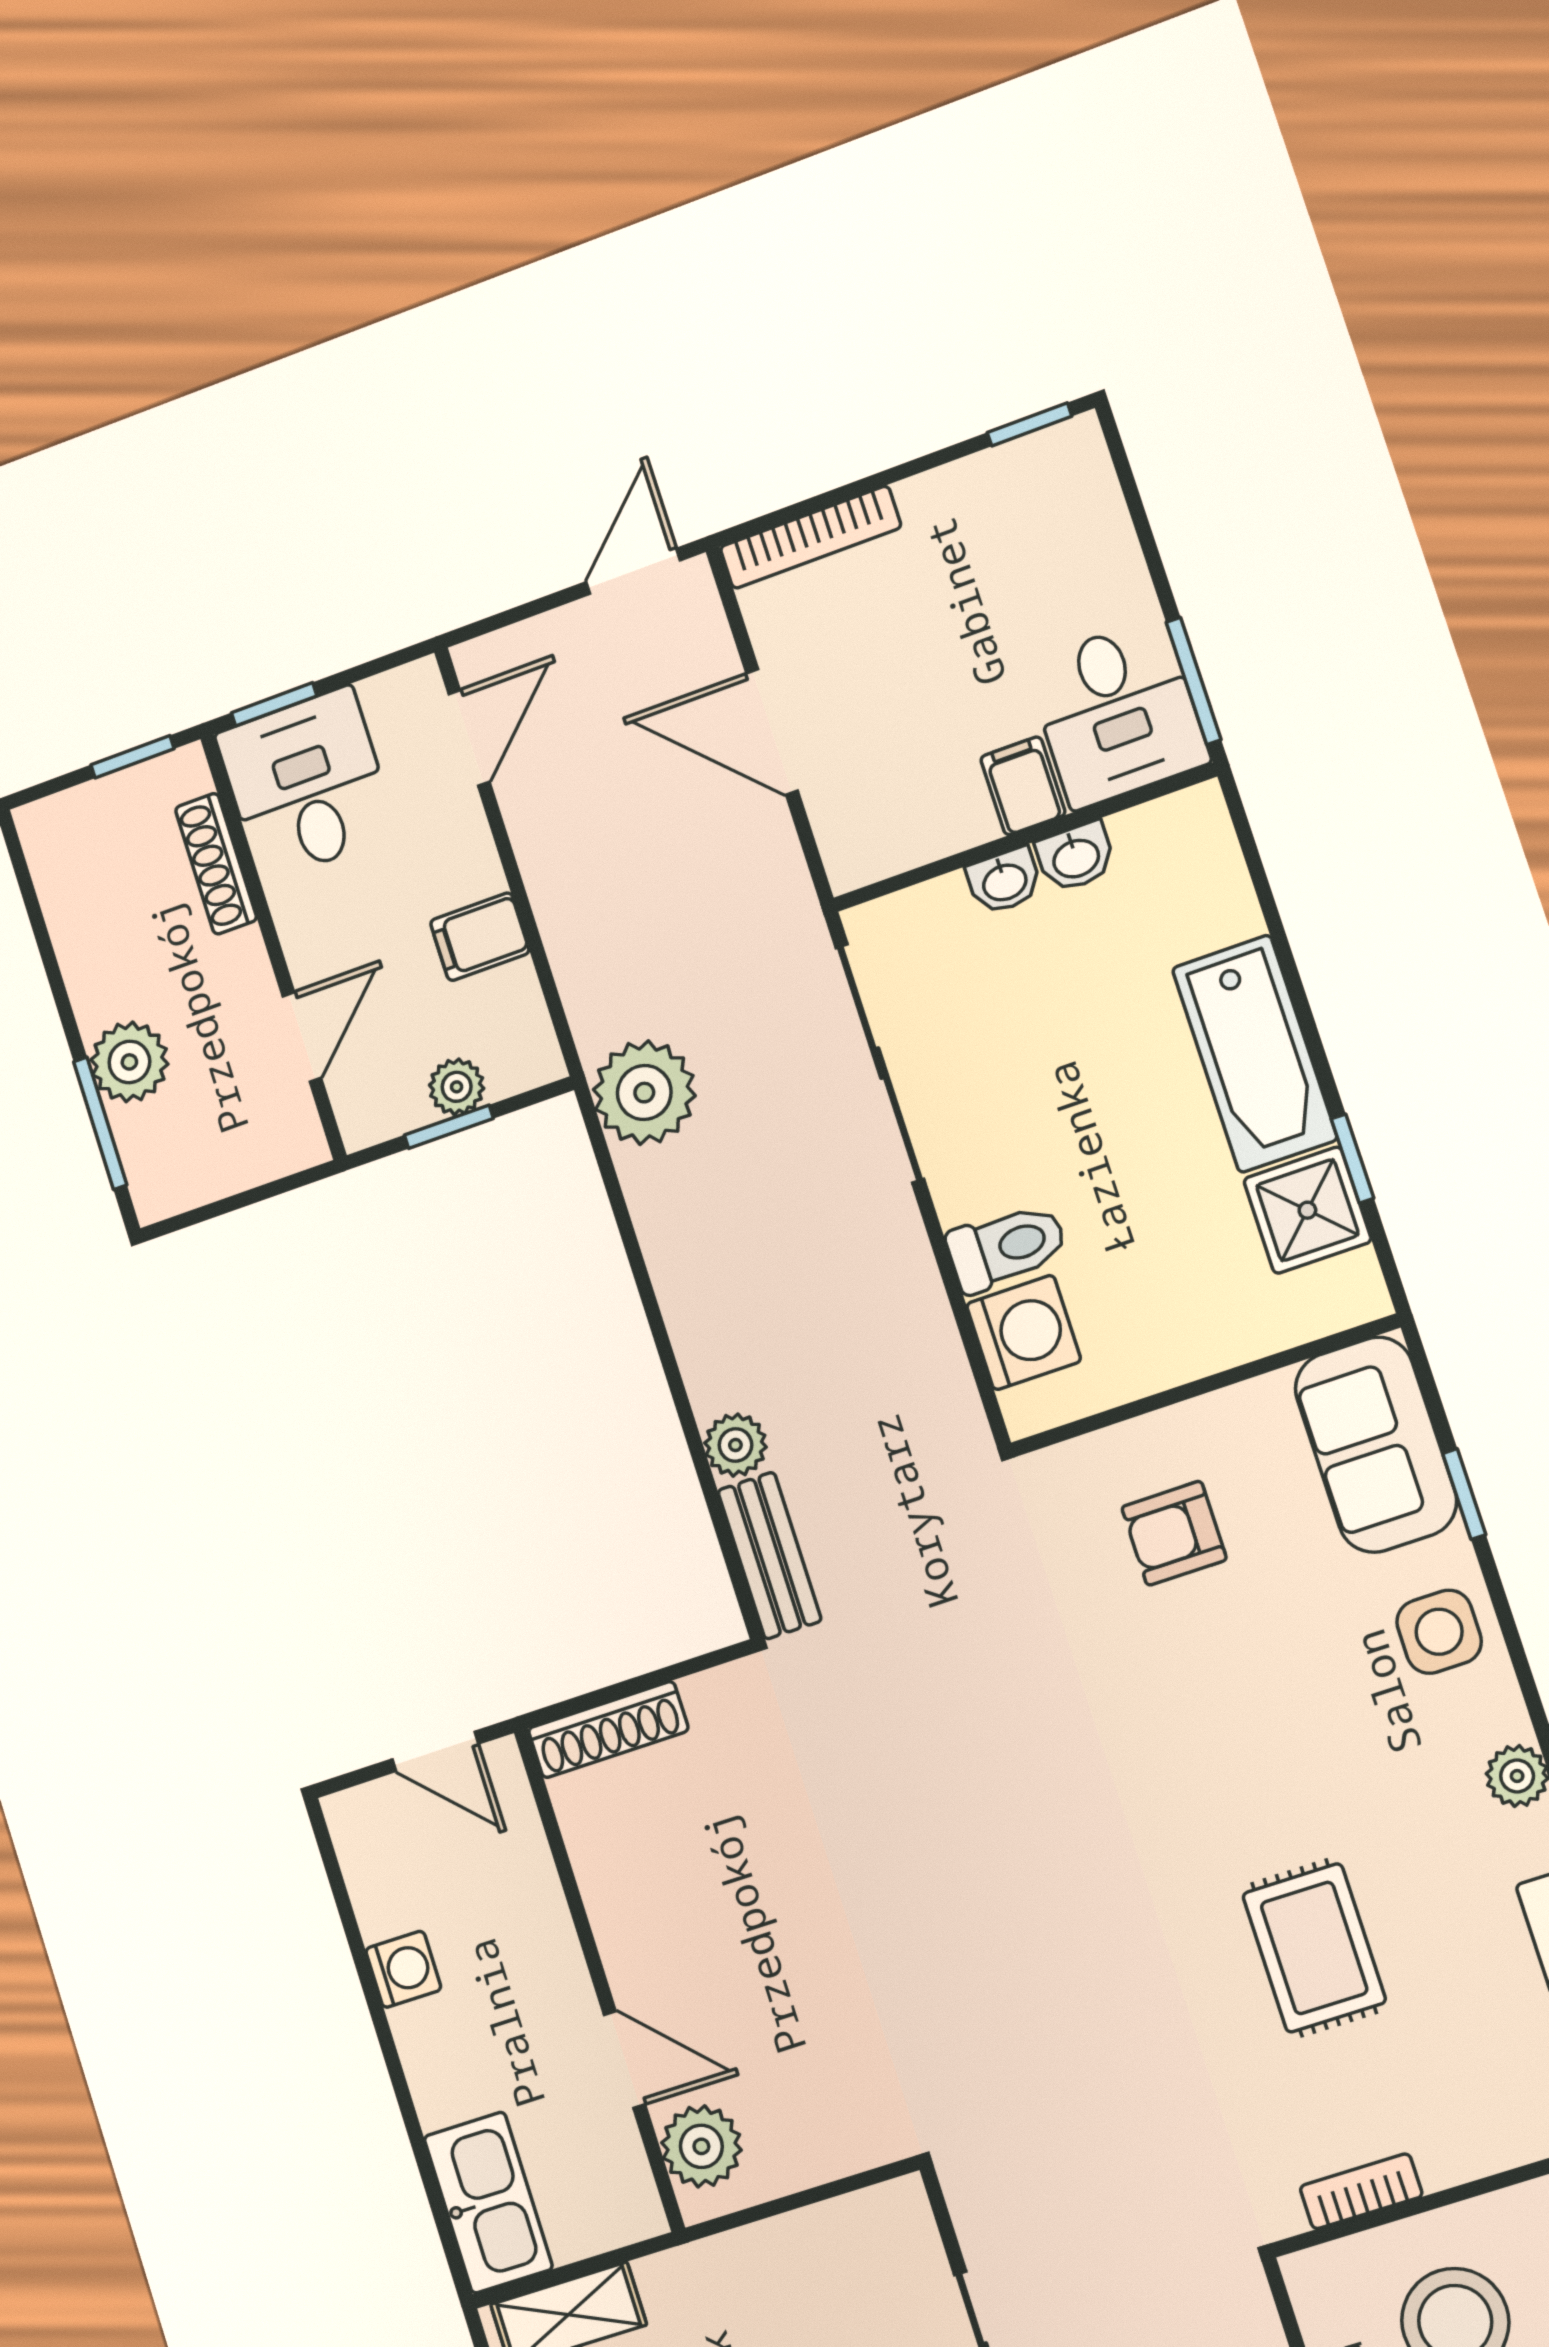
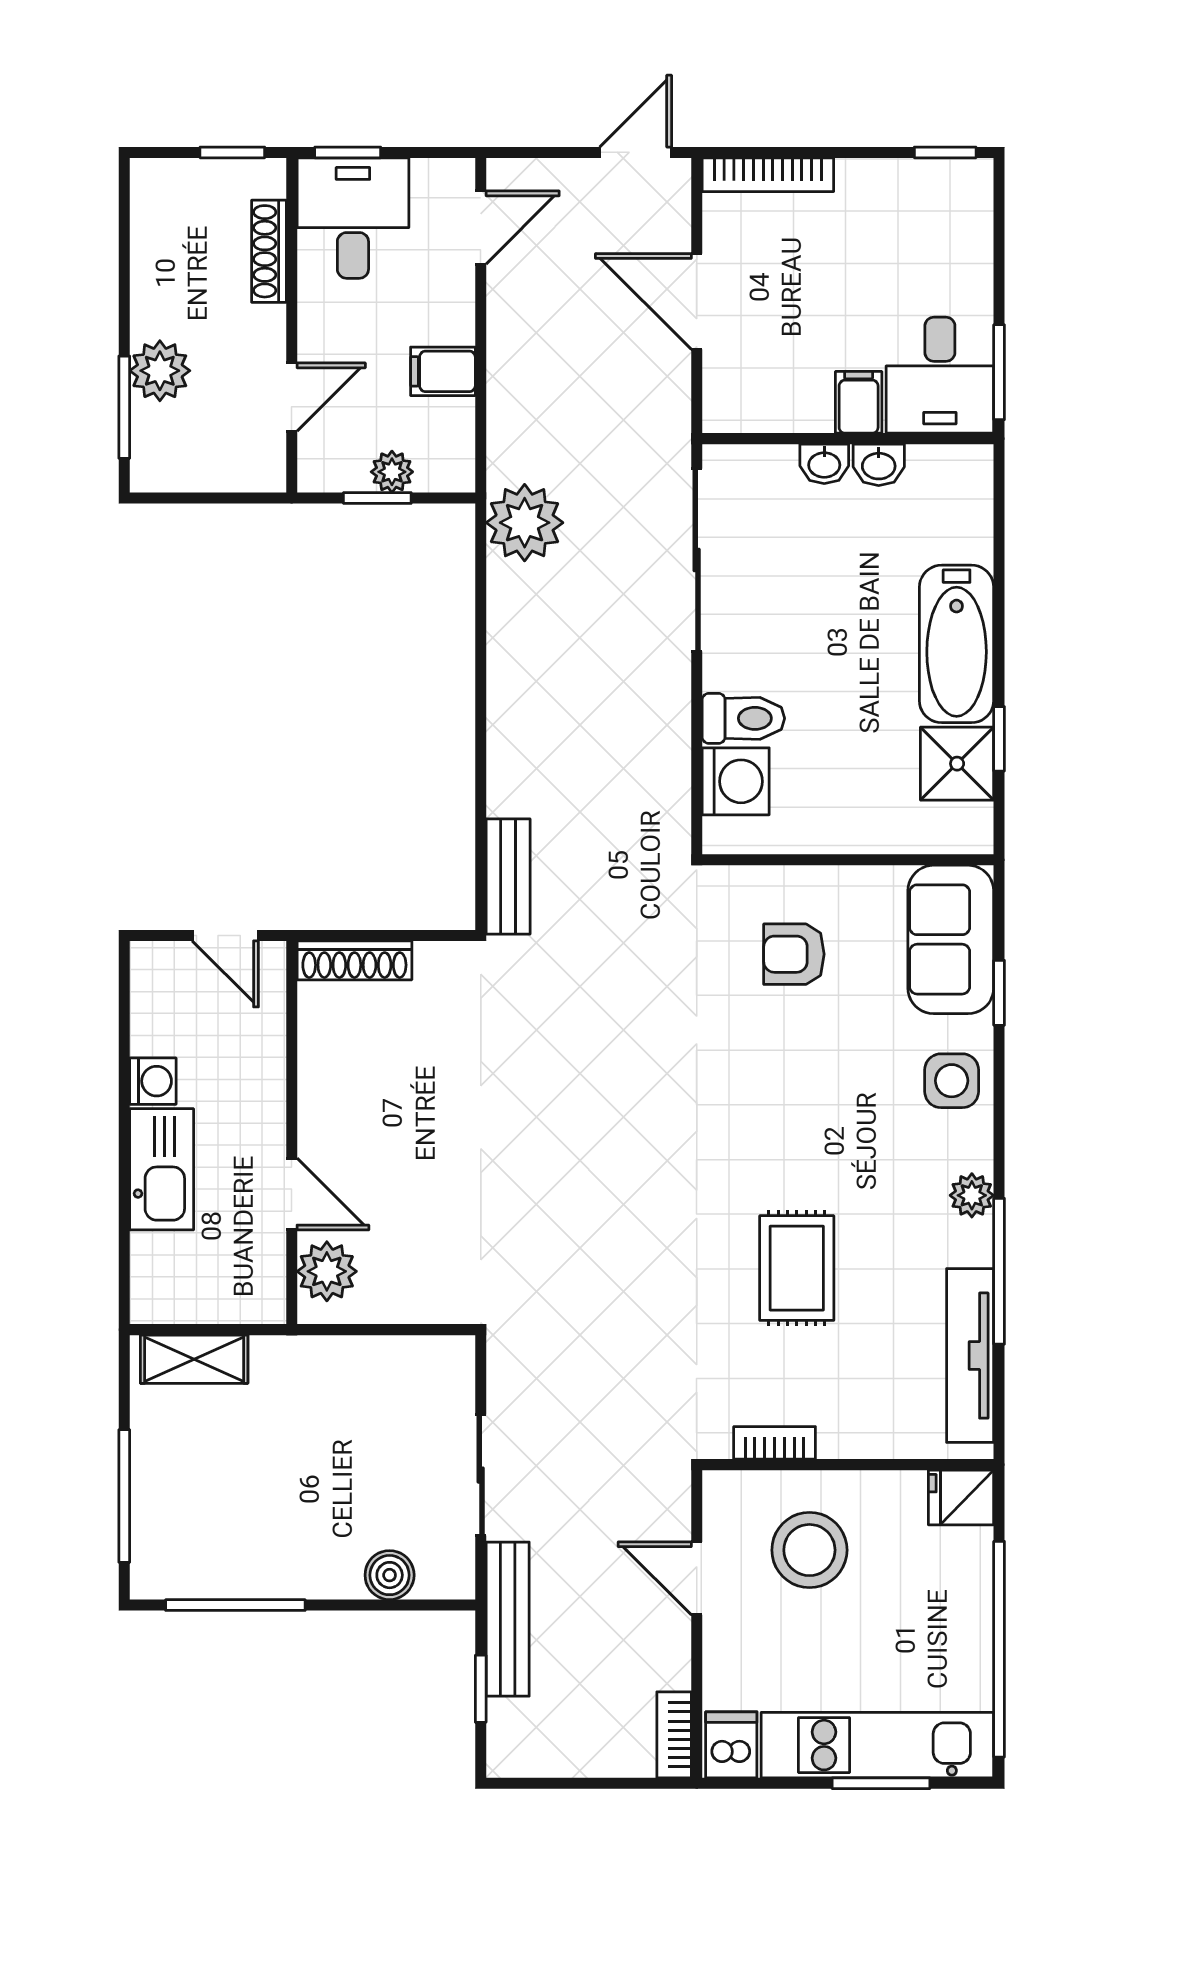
plant: (735, 1445) -> (509, 791), removed
kitchen sink: (488, 2203) -> (162, 1169), moved

